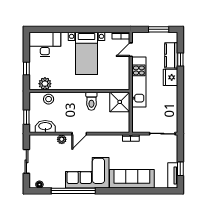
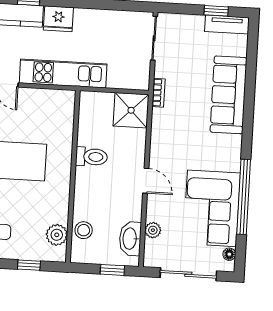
shower: (120, 102) -> (131, 110), moved
plant: (62, 139) -> (153, 230), moved
sliding door: (26, 161) -> (188, 274), width x1.37
corner sofa: (87, 173) -> (212, 208), moved

